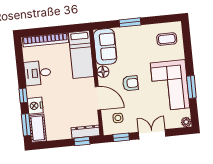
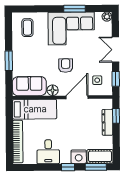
dresser: (85, 132) -> (107, 122), moved

